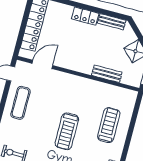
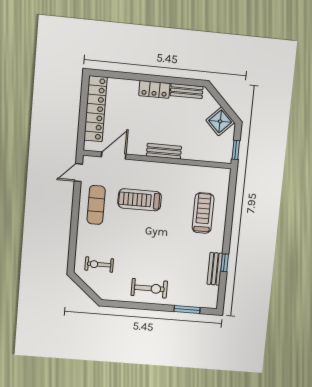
bench: (107, 74) -> (164, 151), moved
treadmill: (67, 131) -> (140, 200), moved, turned 90

